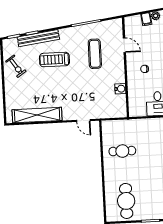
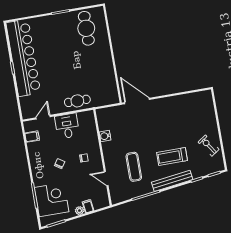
bench: (38, 38) -> (172, 181), moved
treadmill: (54, 60) -> (172, 157), turned 180
shelving: (37, 115) -> (182, 101), removed
door: (83, 120) -> (137, 101), width x1.88
cafe table: (122, 151) -> (77, 101), moved

